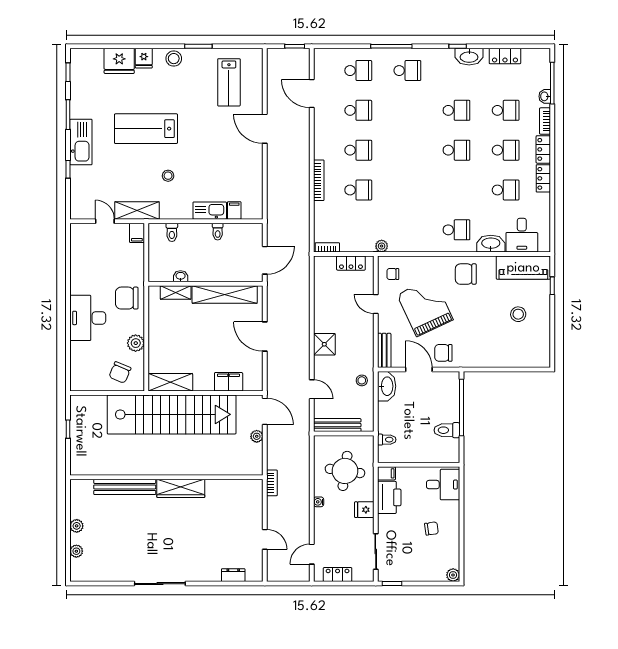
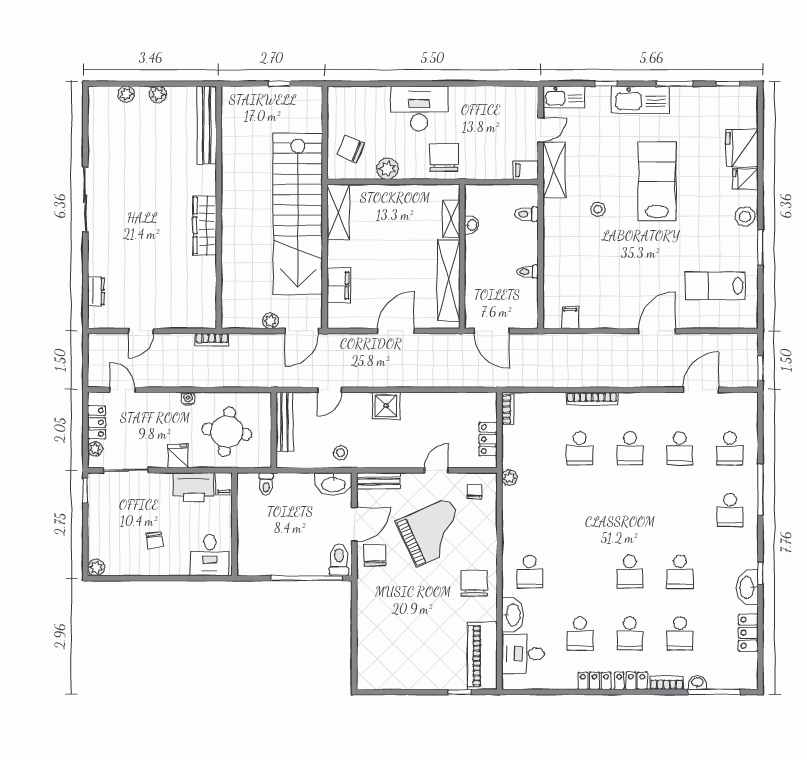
filing cabinet: (234, 210) -> (570, 317), moved, turned -90
kitchen sink: (210, 211) -> (564, 97), moved, turned 90
stool: (518, 314) -> (424, 649), removed
toilet: (447, 430) -> (339, 560), moved
bench: (125, 487) -> (207, 125), moved
plant: (359, 576) -> (95, 449), added

